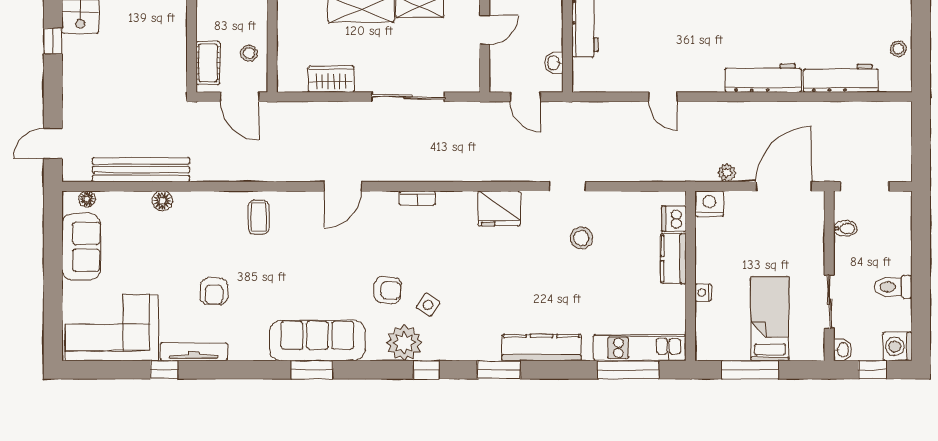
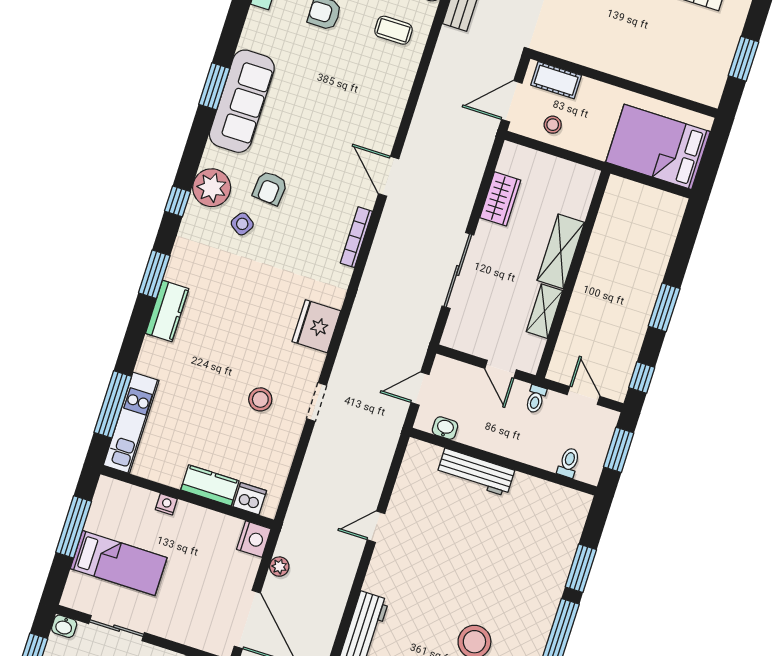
bookcase: (417, 198) -> (356, 237), width x1.56
coffee table: (259, 217) -> (393, 30), moved
kitchen counter: (541, 348) -> (167, 311), width x0.67

